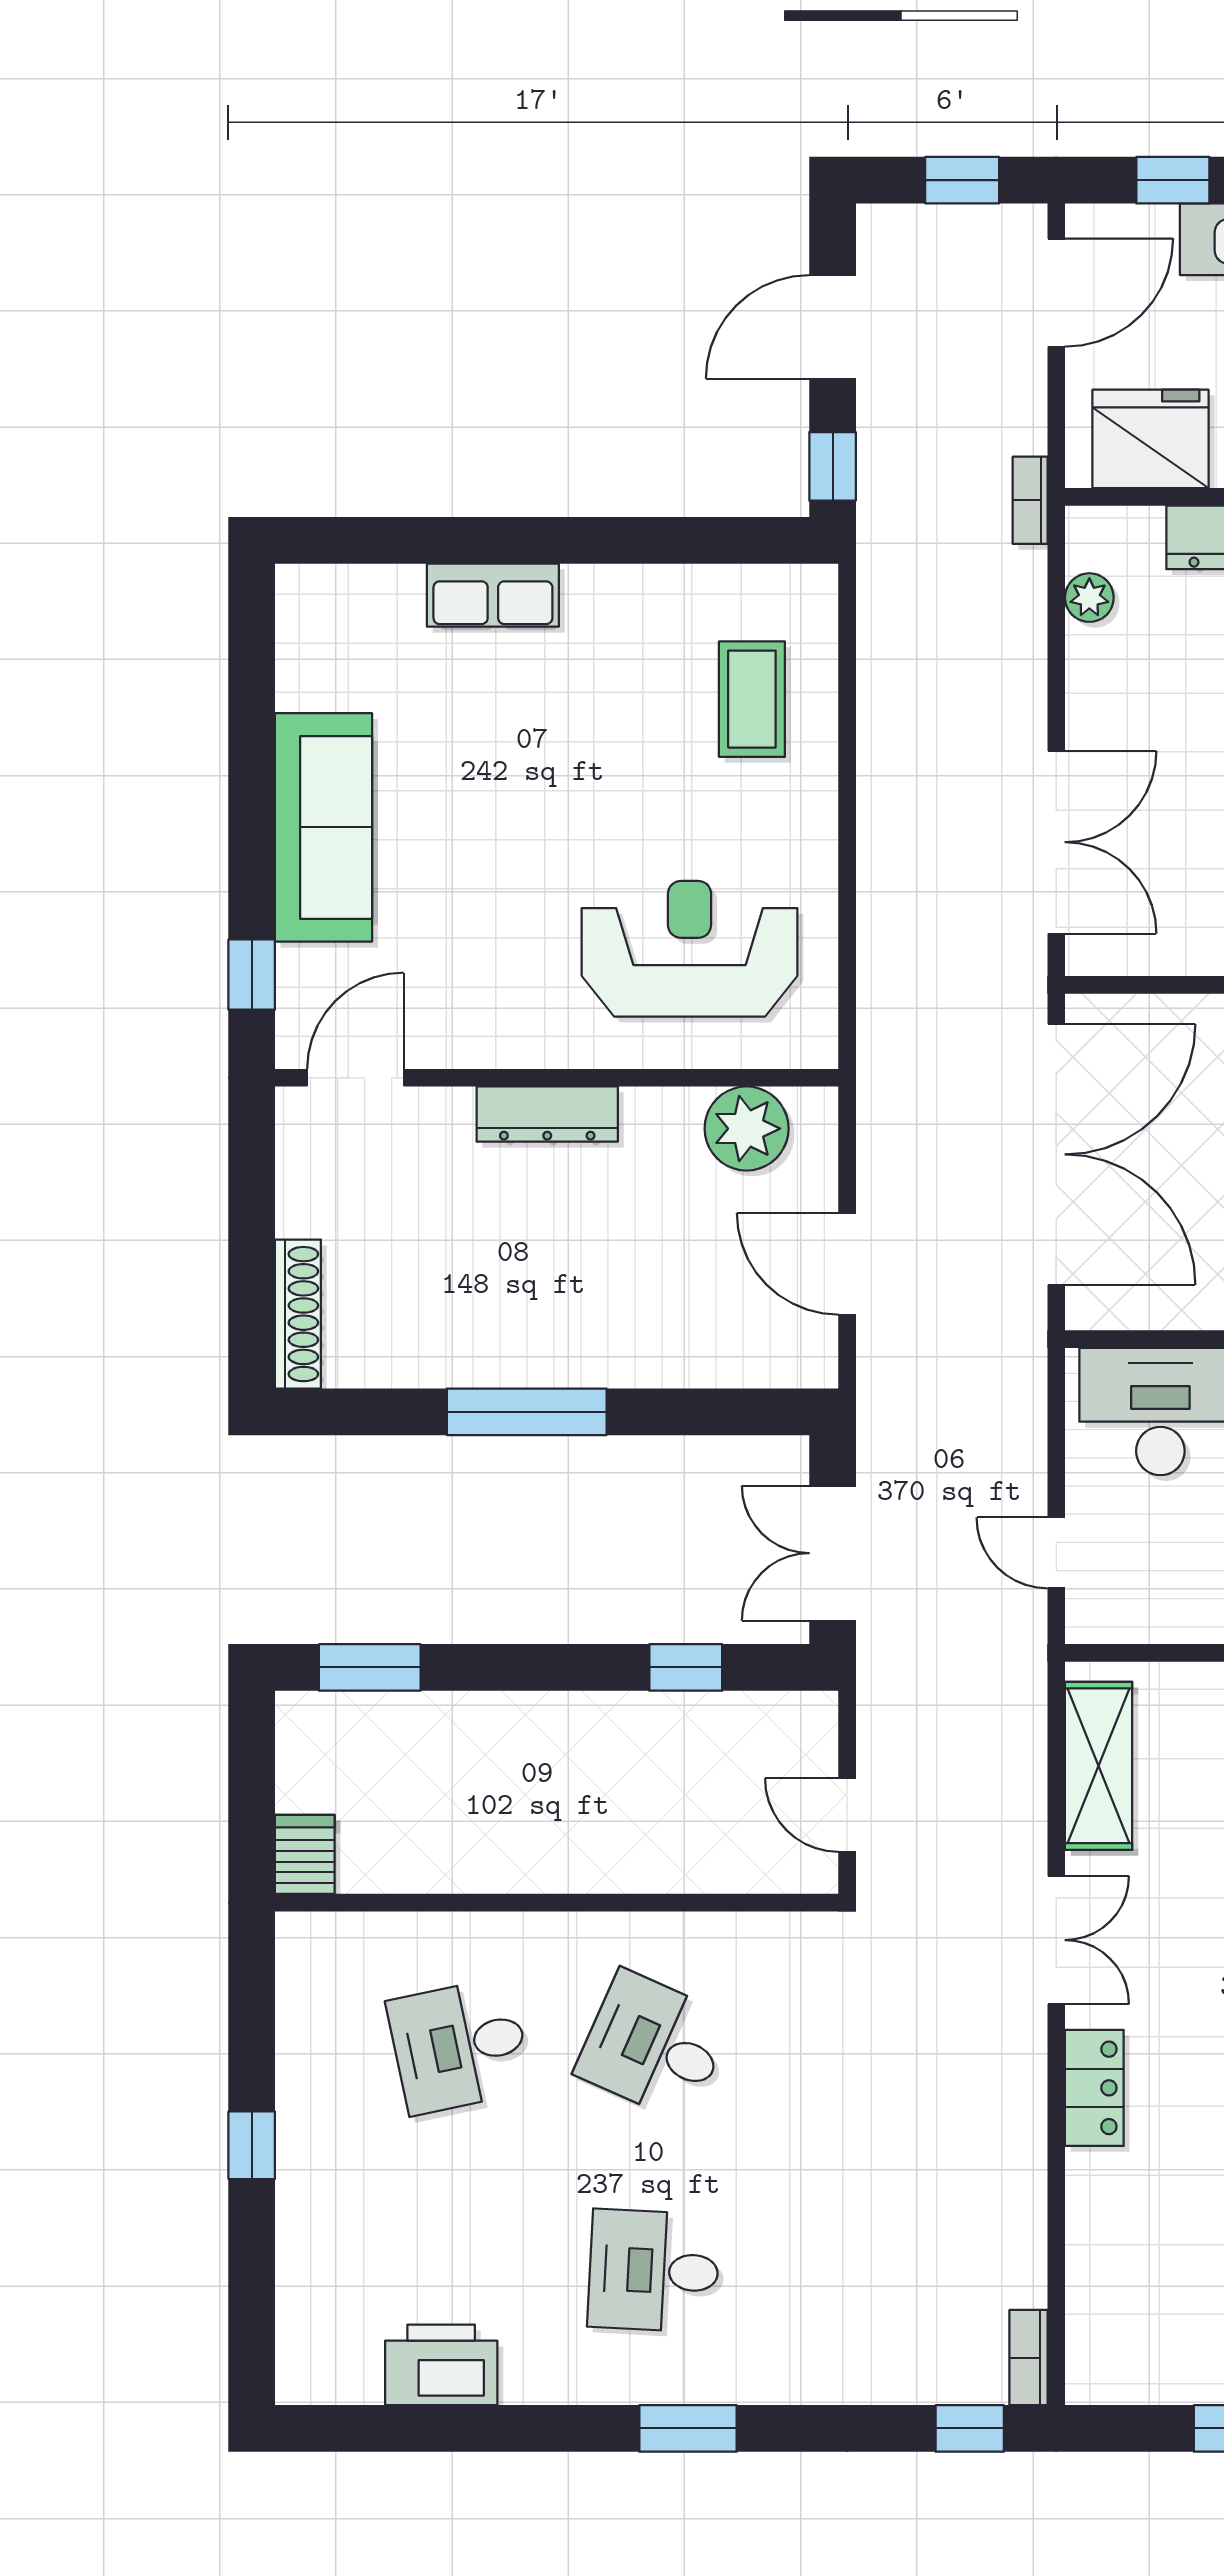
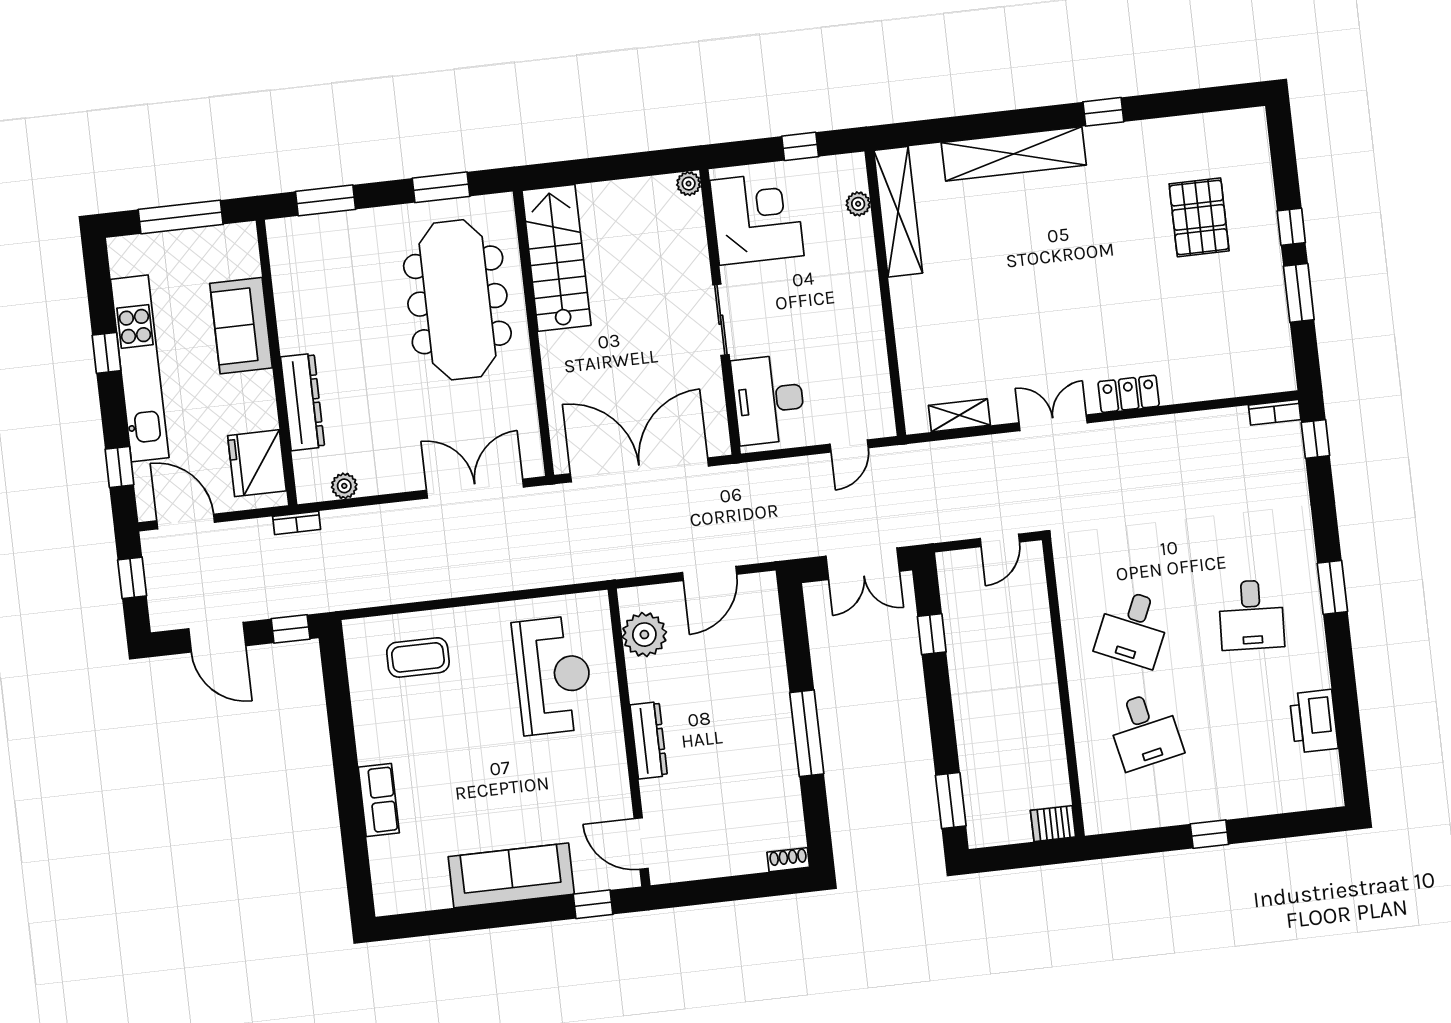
reception desk: (690, 949) -> (553, 675), turned 180
shoe rack: (298, 1314) -> (788, 860), width x0.51, depth x0.81
shelving: (1099, 1766) -> (959, 415), width x0.67, depth x0.75

